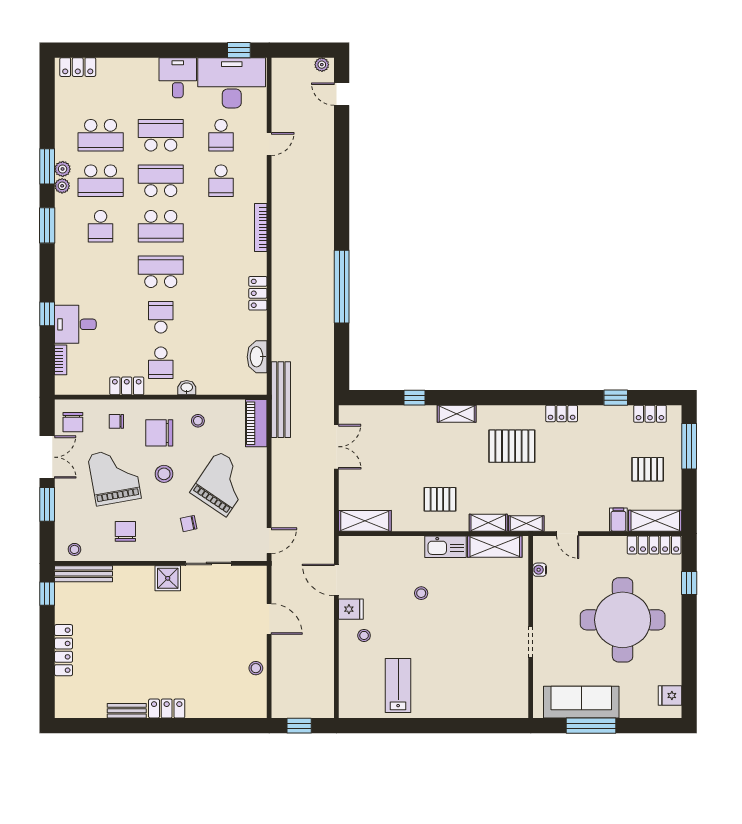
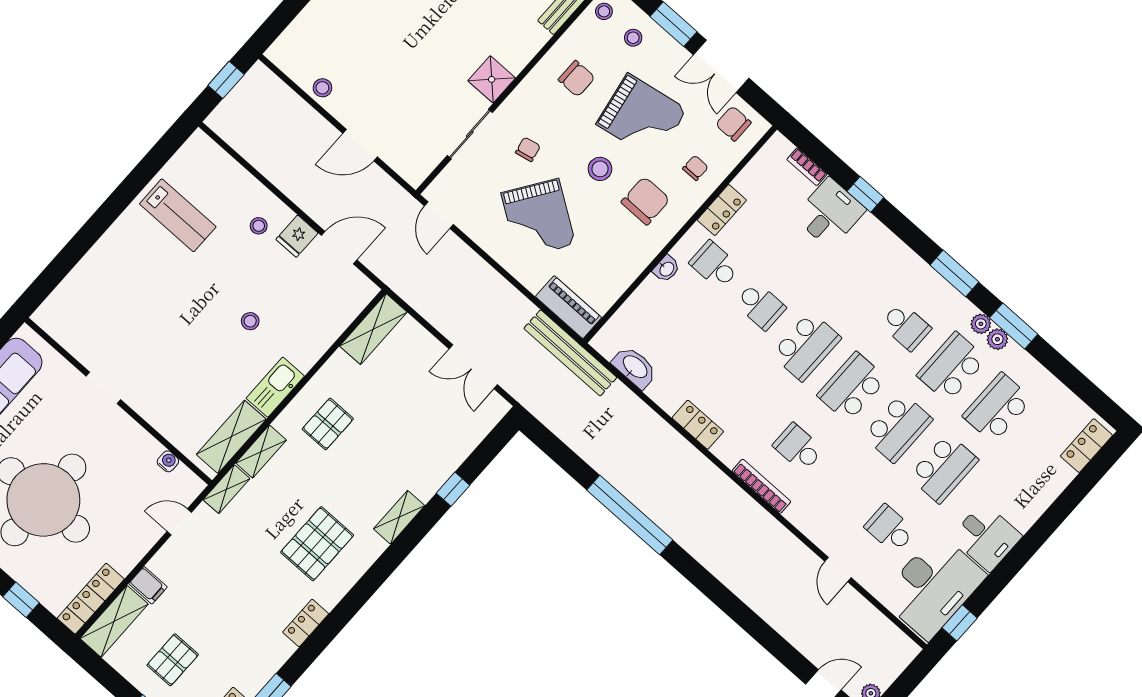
school desk: (221, 181) -> (798, 448), moved
school desk: (101, 226) -> (906, 326), turned 180
stool: (198, 421) -> (633, 38), moved

